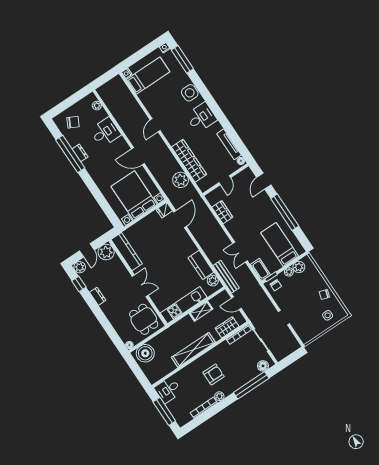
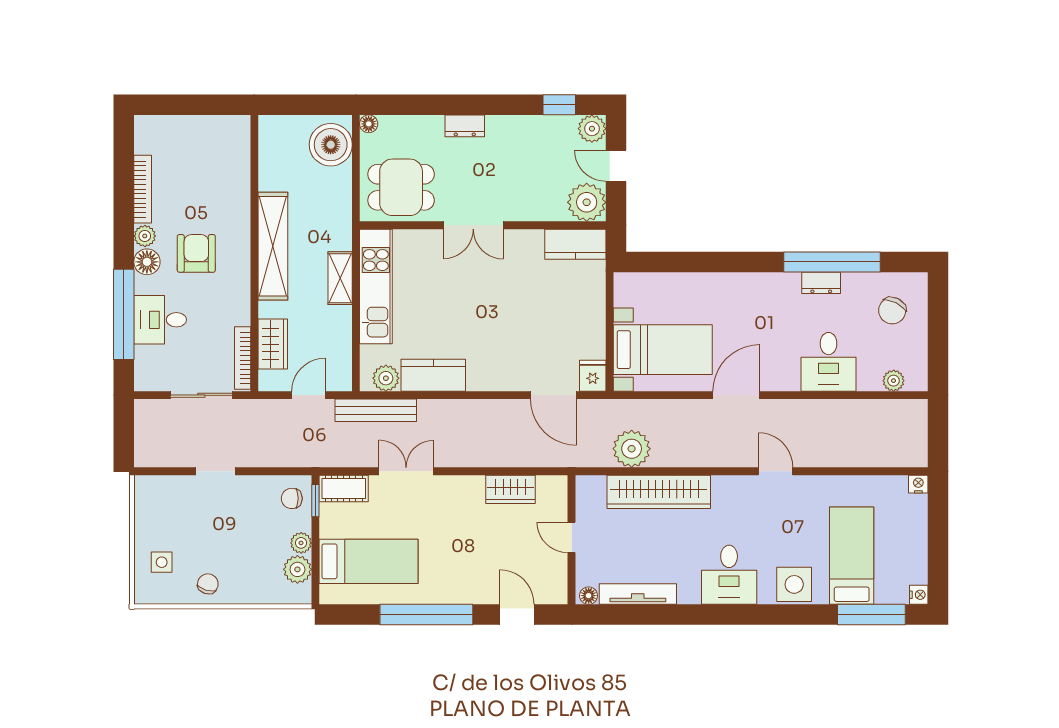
bed: (148, 76) -> (852, 556), moved, turned 180
bed with nightstands: (134, 195) -> (663, 350), width x0.73
kitchen counter: (127, 252) -> (575, 244), width x0.67
dresser: (98, 296) -> (465, 126), moved
shelving: (201, 311) -> (340, 278), moved
floor lamp: (263, 366) -> (147, 262), moved
armchair: (214, 374) -> (196, 253), turned 180
desk: (168, 390) -> (160, 320), moved, turned -90
window: (164, 411) -> (188, 105), removed

